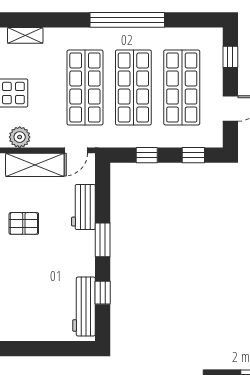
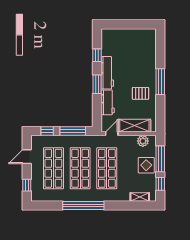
window: (147, 155) -> (73, 131), width x2.17
workbench: (84, 307) -> (107, 73), moved

